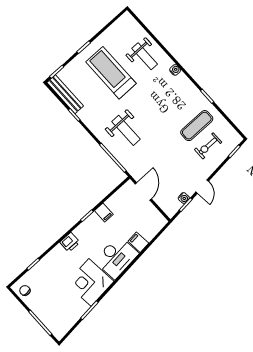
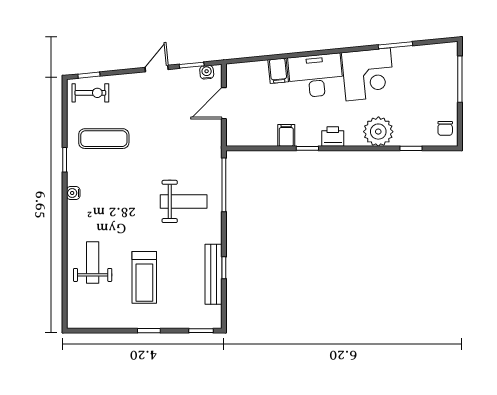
water cooler: (175, 70) -> (73, 193), moved
treadmill: (111, 73) -> (144, 277), width x0.73, depth x0.73
bench: (65, 94) -> (214, 274), moved
weight bench: (126, 130) -> (184, 201), turned 90
exercise bike: (208, 146) -> (90, 93), moved
door: (143, 191) -> (224, 103), moved
water cooler: (184, 198) -> (207, 72), moved
printer: (70, 242) -> (333, 136), moved
plant: (58, 258) -> (378, 132), added

